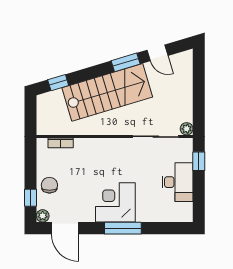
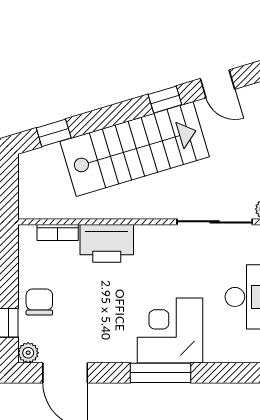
window: (126, 62) -> (165, 100), width x0.67
printer: (90, 150) -> (107, 243), added
corner desk: (115, 202) -> (170, 330), moved

